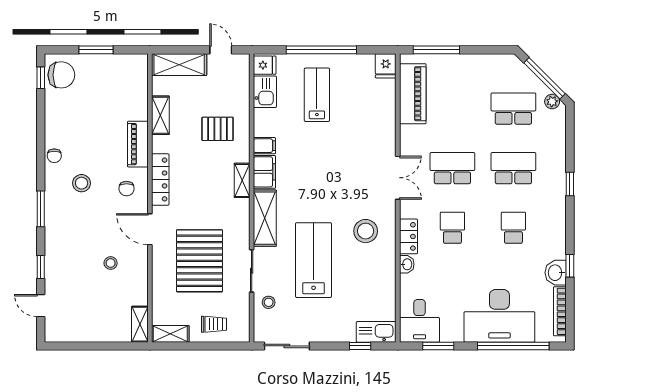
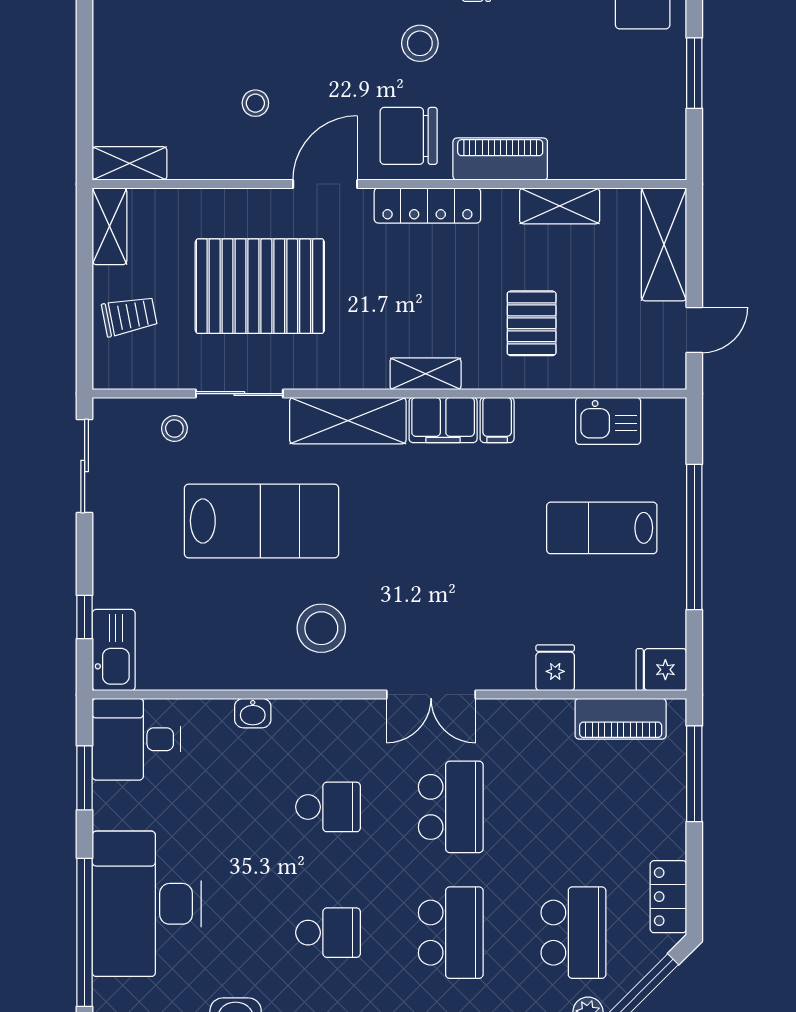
fridge: (265, 65) -> (555, 668), moved, turned 180
piano: (413, 94) -> (621, 719), width x0.73, depth x0.75
lab bench: (317, 95) -> (602, 528), turned 180
chair: (127, 189) -> (409, 136), width x1.87, depth x1.87
locker: (409, 236) -> (668, 897), moved, turned 90
trolley: (214, 324) -> (129, 316), turned -101

